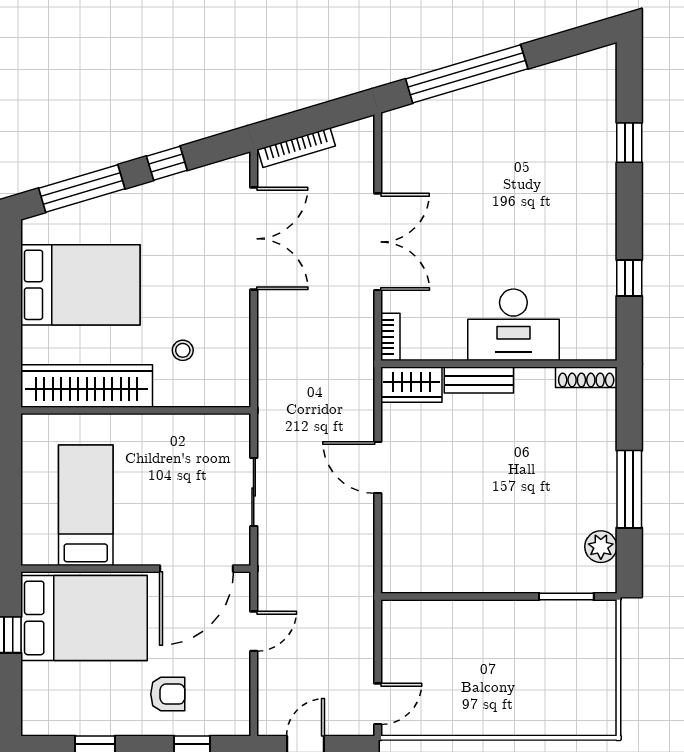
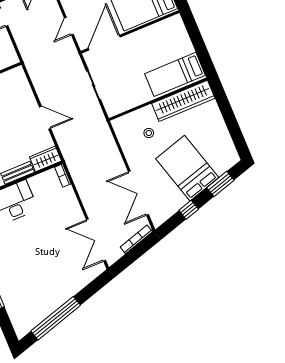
window: (467, 74) -> (56, 318), moved
window: (82, 189) -> (220, 184), width x0.69
double door: (378, 242) -> (96, 240), moved
bed: (80, 285) -> (187, 168), moved, turned 73
bed: (86, 505) -> (175, 74), moved, turned 90

